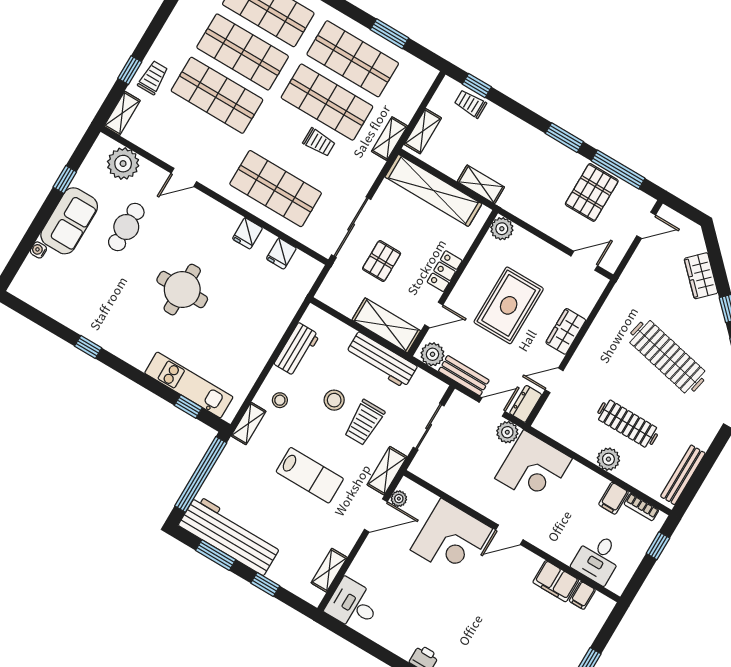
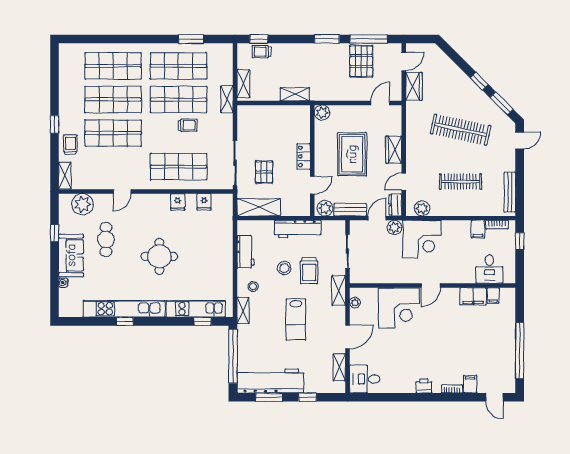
window: (130, 70) -> (54, 124), moved
shelving: (433, 190) -> (270, 114), removed
wardrobe: (701, 276) -> (414, 86), moved, turned -135
shelving: (386, 325) -> (259, 207), moved
kitchen unit: (97, 330) -> (124, 309), added
plant: (608, 459) -> (422, 208), moved
lab bench: (310, 475) -> (296, 319), turned 90
door: (376, 516) -> (347, 337), moved

